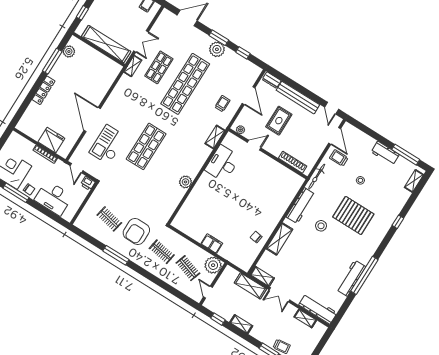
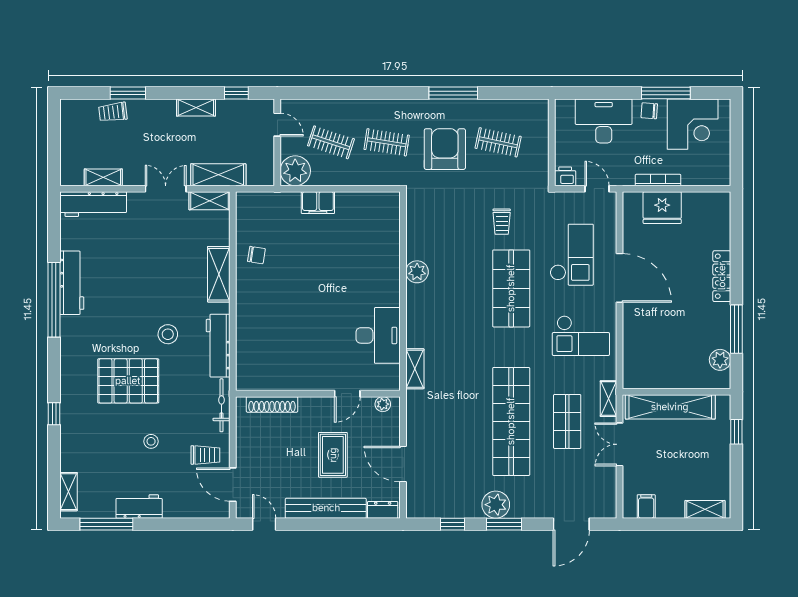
checkout: (127, 104) -> (581, 336), added
trolley: (222, 104) -> (502, 222), moved

